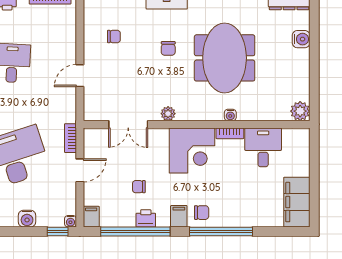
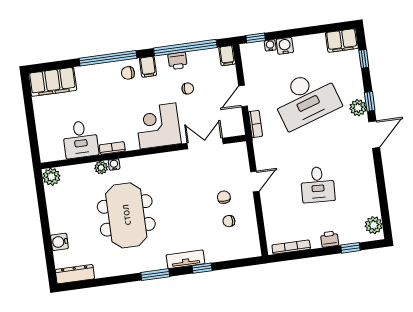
chair: (168, 48) -> (224, 197), moved
plant: (168, 114) -> (101, 168), moved
corner desk: (192, 150) -> (158, 126), moved
filing cabinet: (297, 202) -> (53, 82), moved, turned 90
water cooler: (70, 221) -> (270, 45), moved

